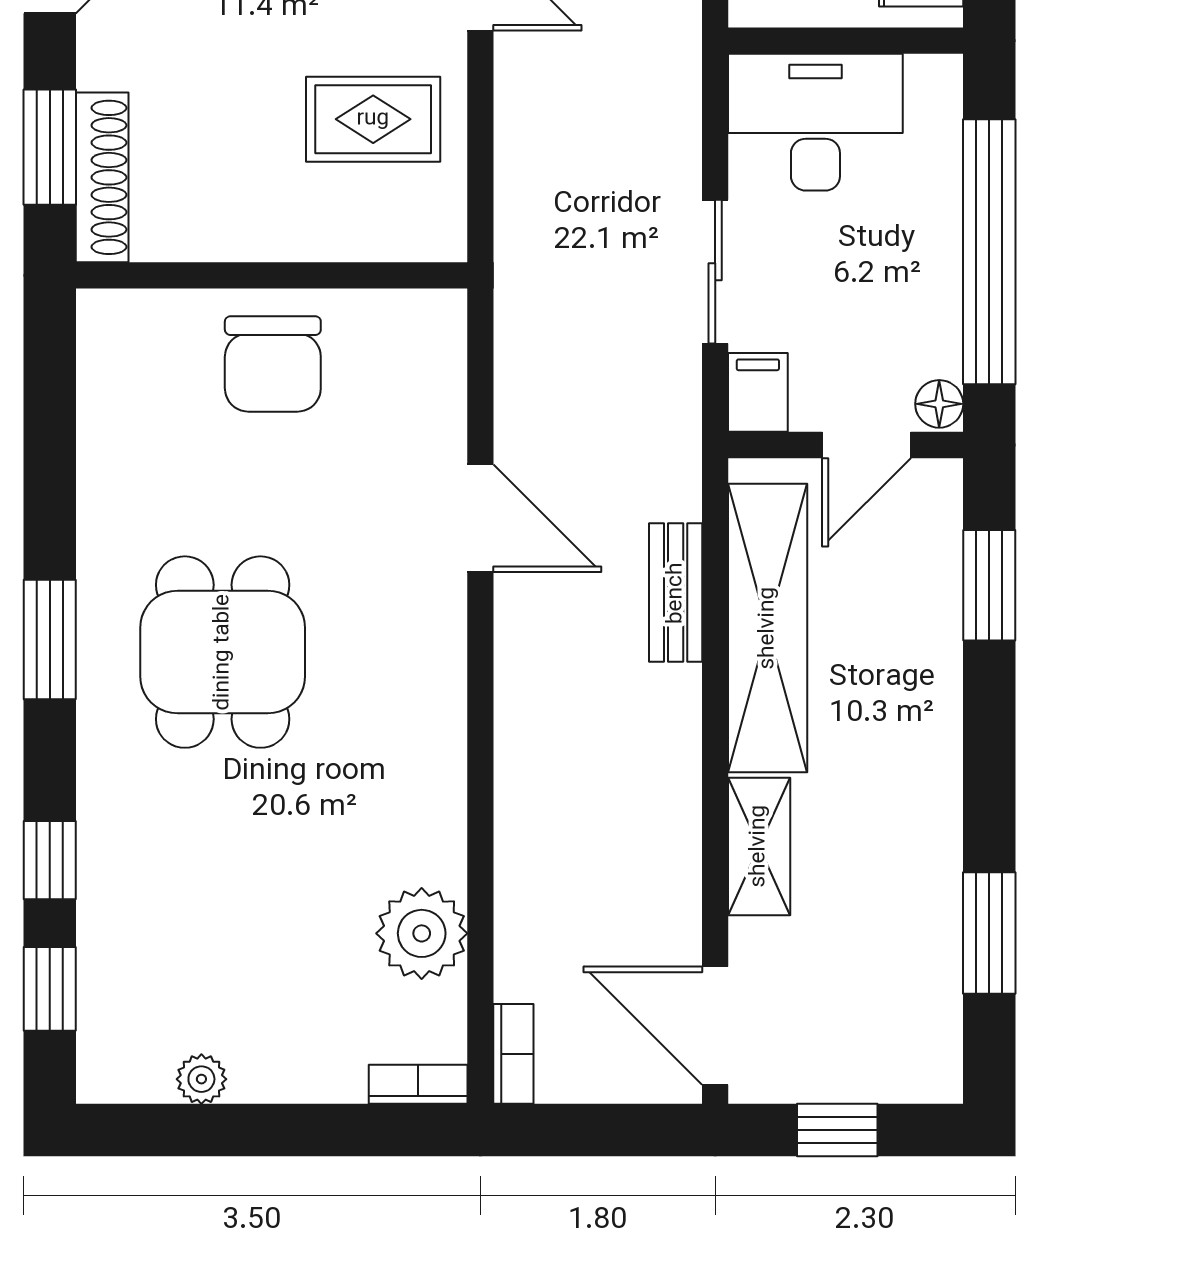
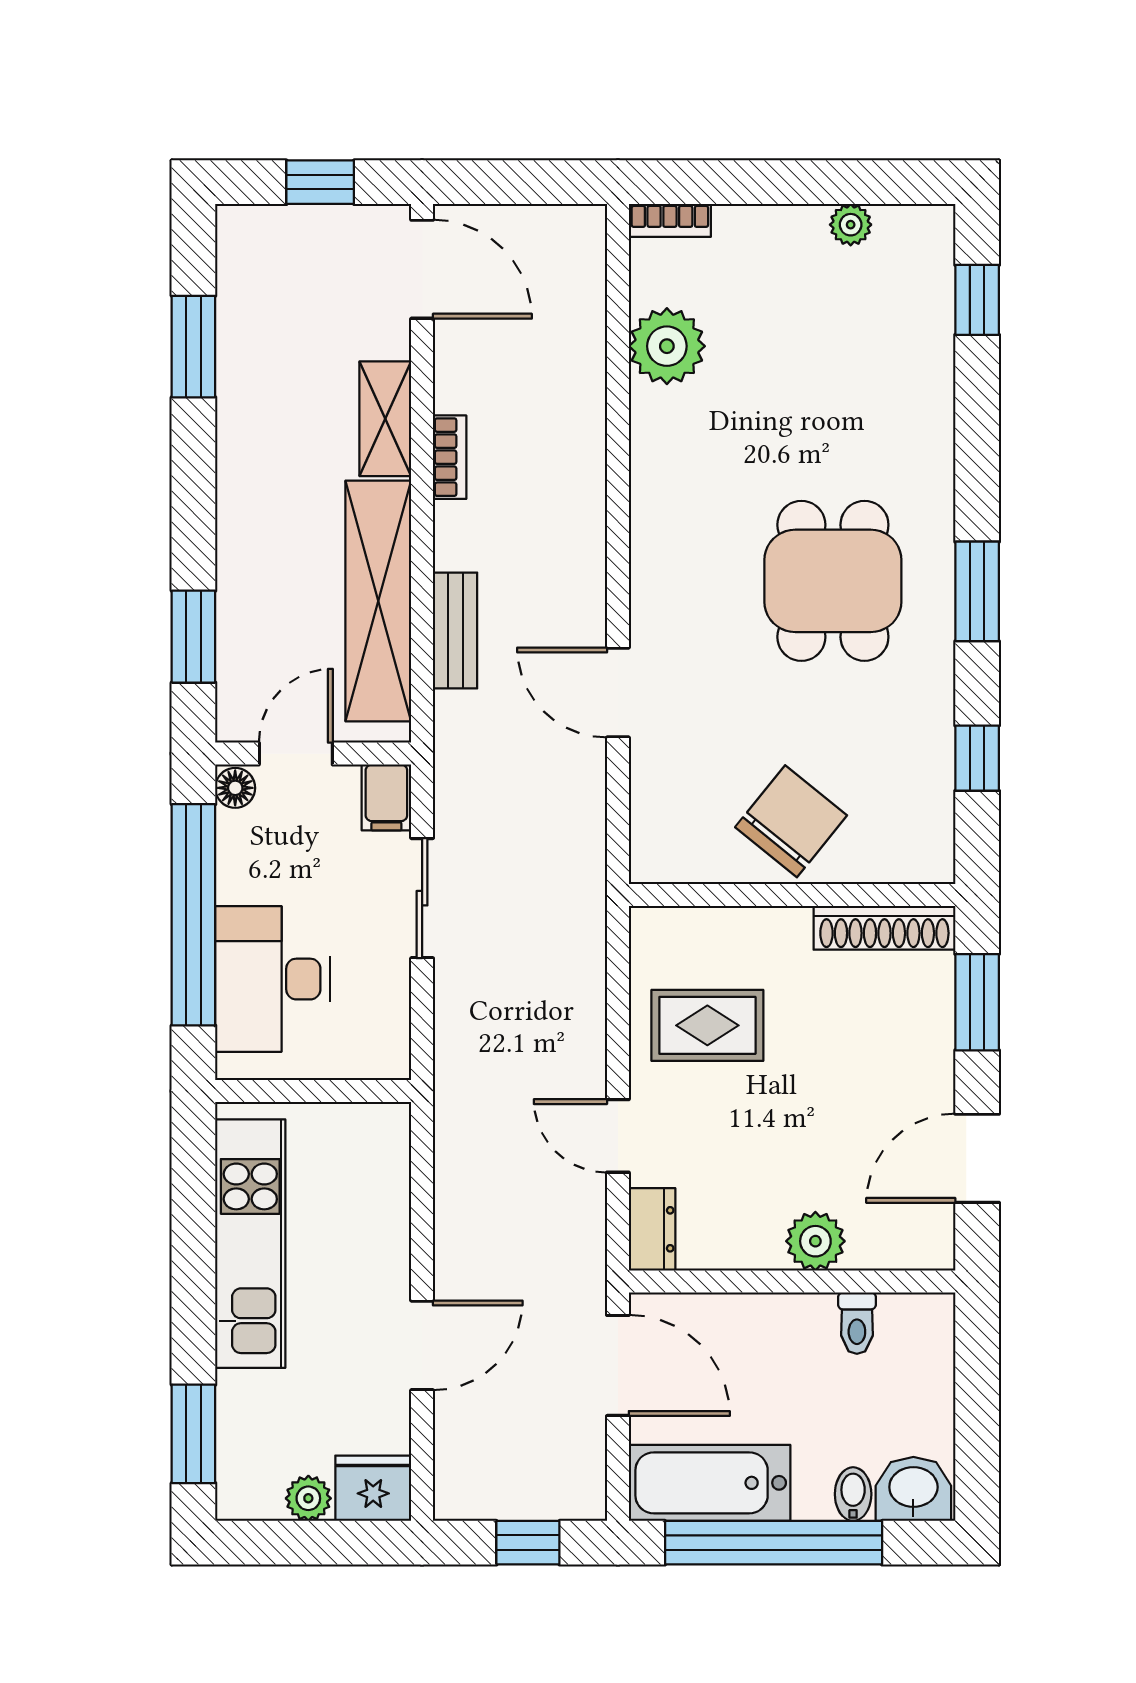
desk: (815, 122) -> (272, 979), moved, turned 90
shoe rack: (102, 177) -> (884, 928), moved, turned -90
chair: (273, 364) -> (791, 821), turned 39
window: (50, 860) -> (977, 758), moved
bookcase: (513, 1054) -> (450, 457), moved, turned 180

